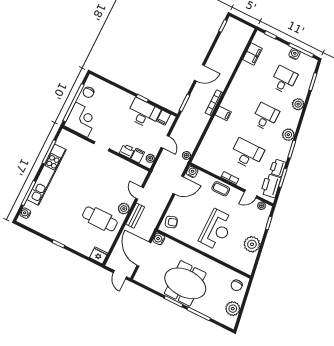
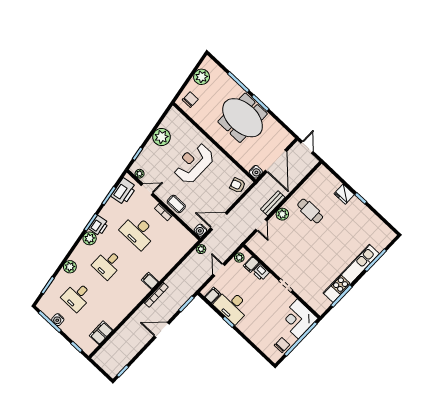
printer: (278, 168) -> (99, 226), moved
water cooler: (25, 213) -> (385, 240), removed
cafe table: (100, 219) -> (310, 211), width x0.73, depth x0.74
fridge: (99, 255) -> (344, 194), moved

